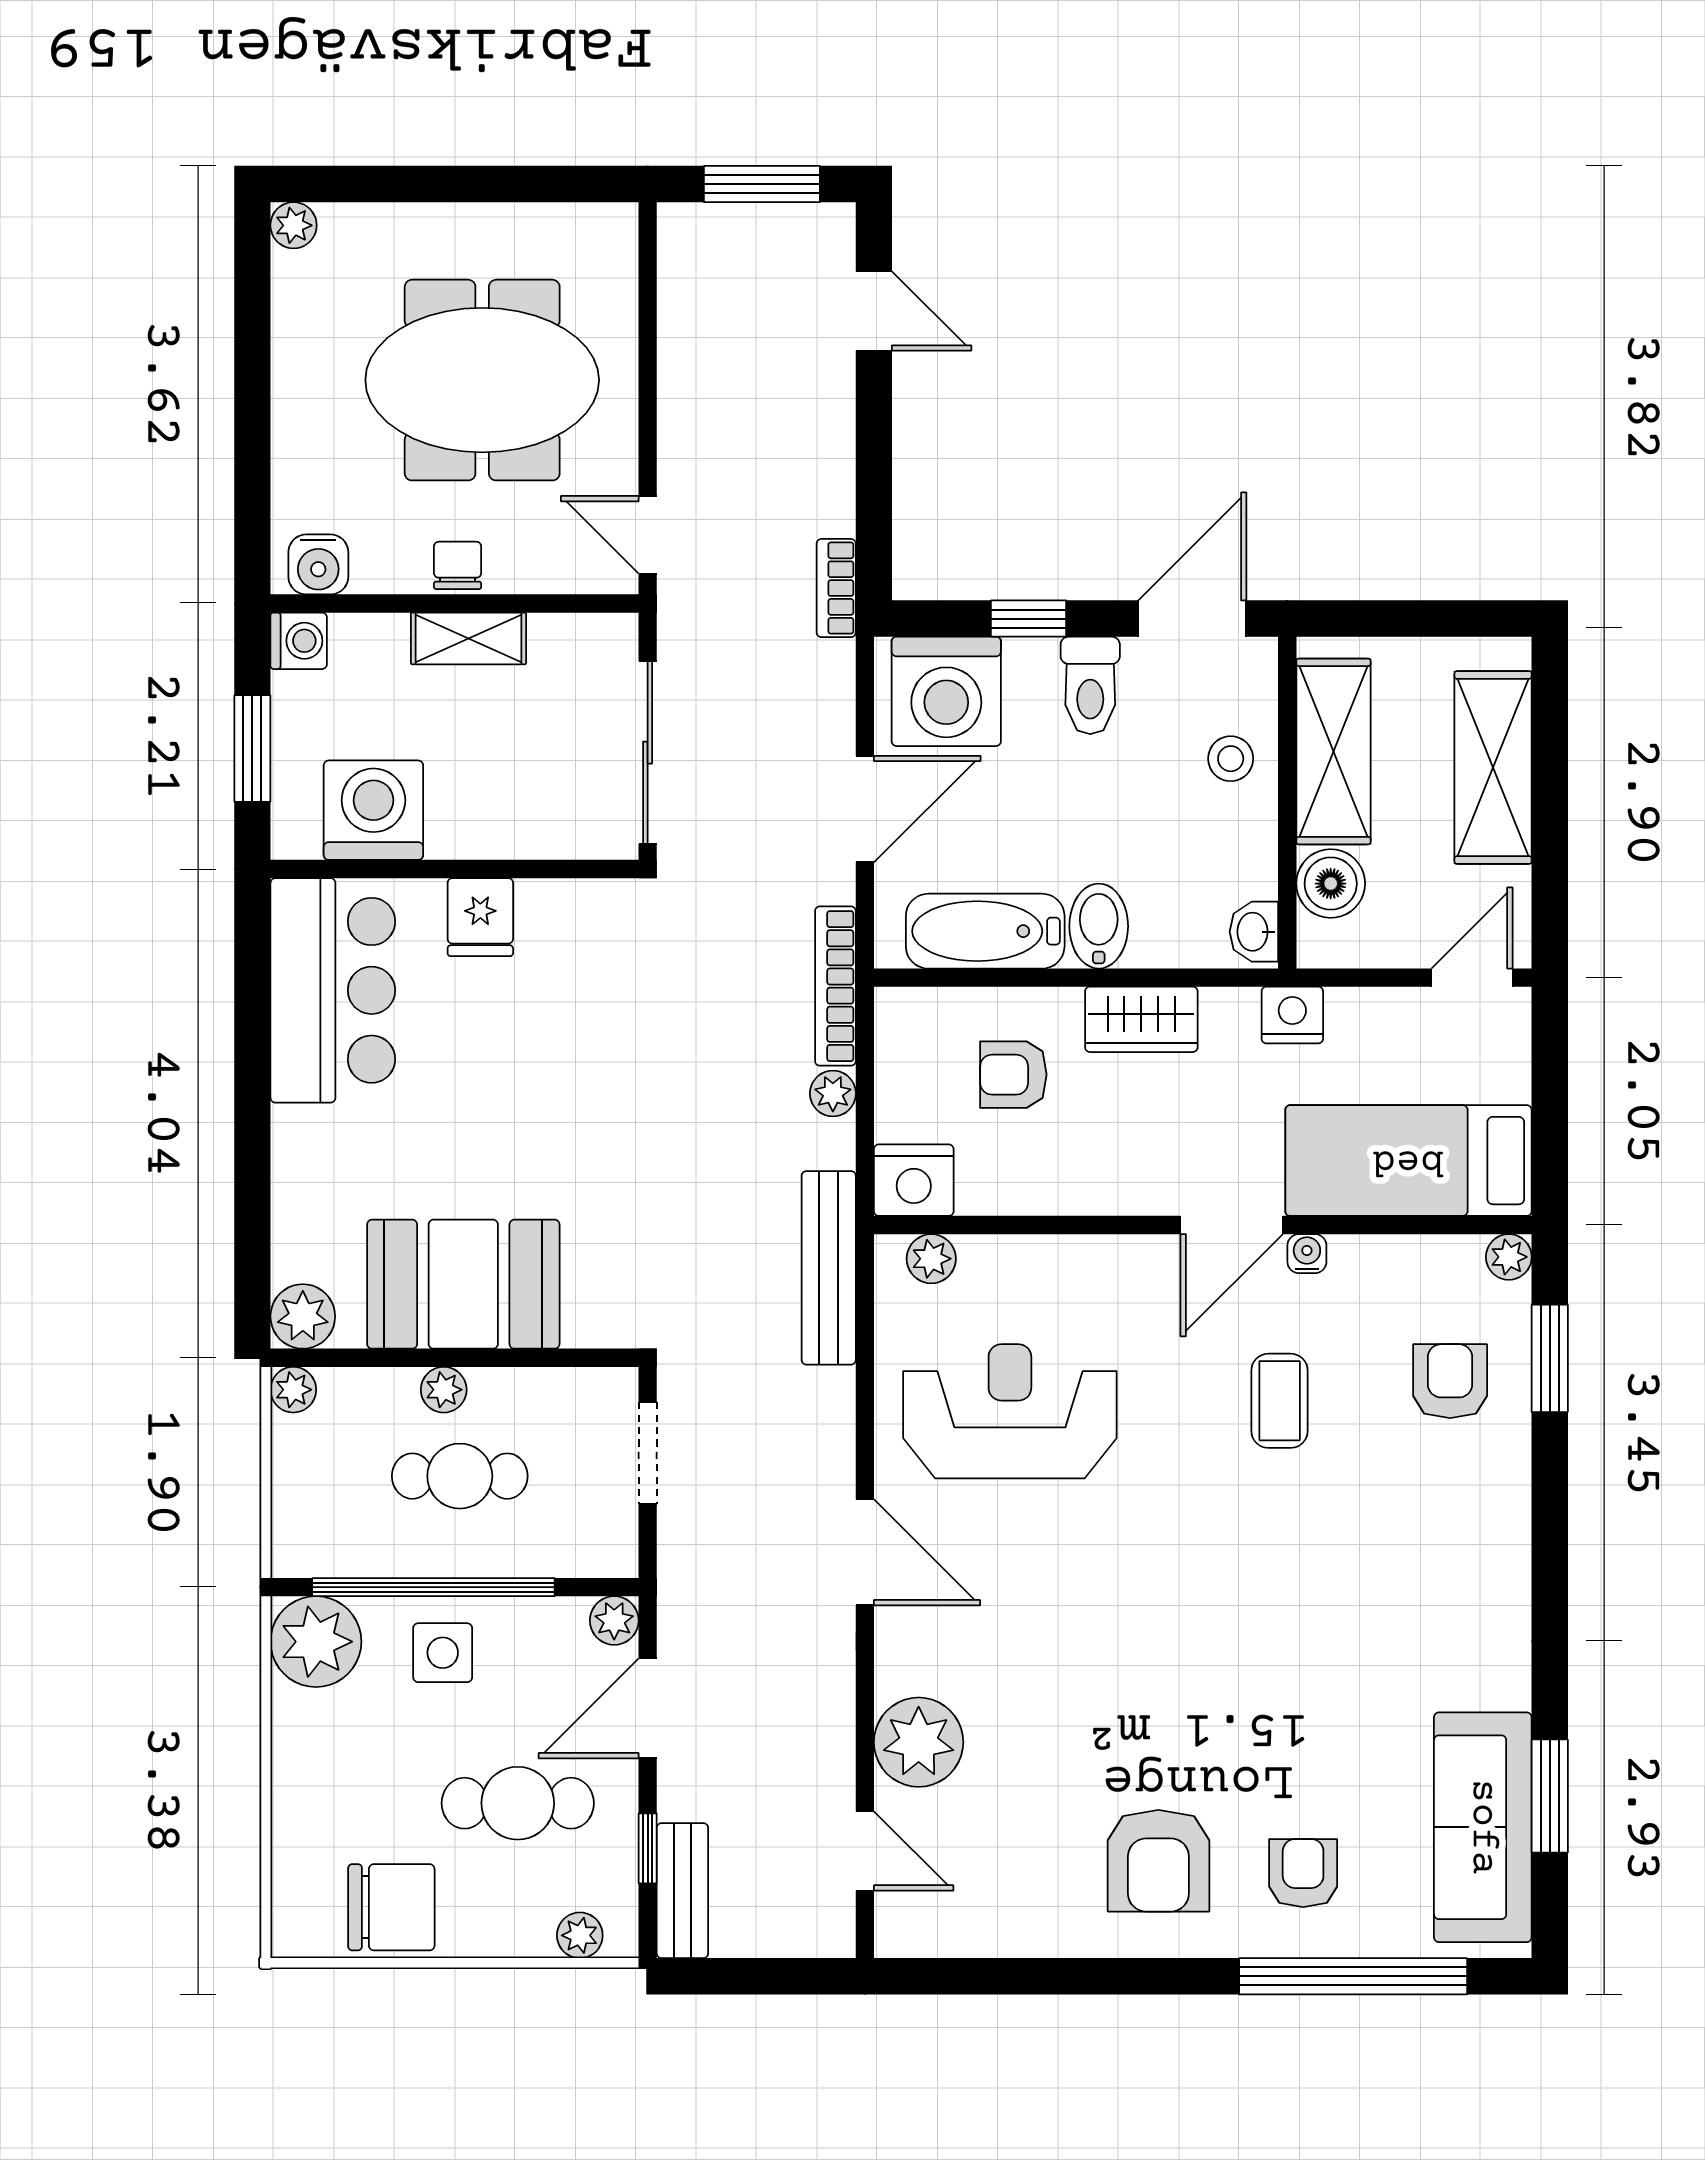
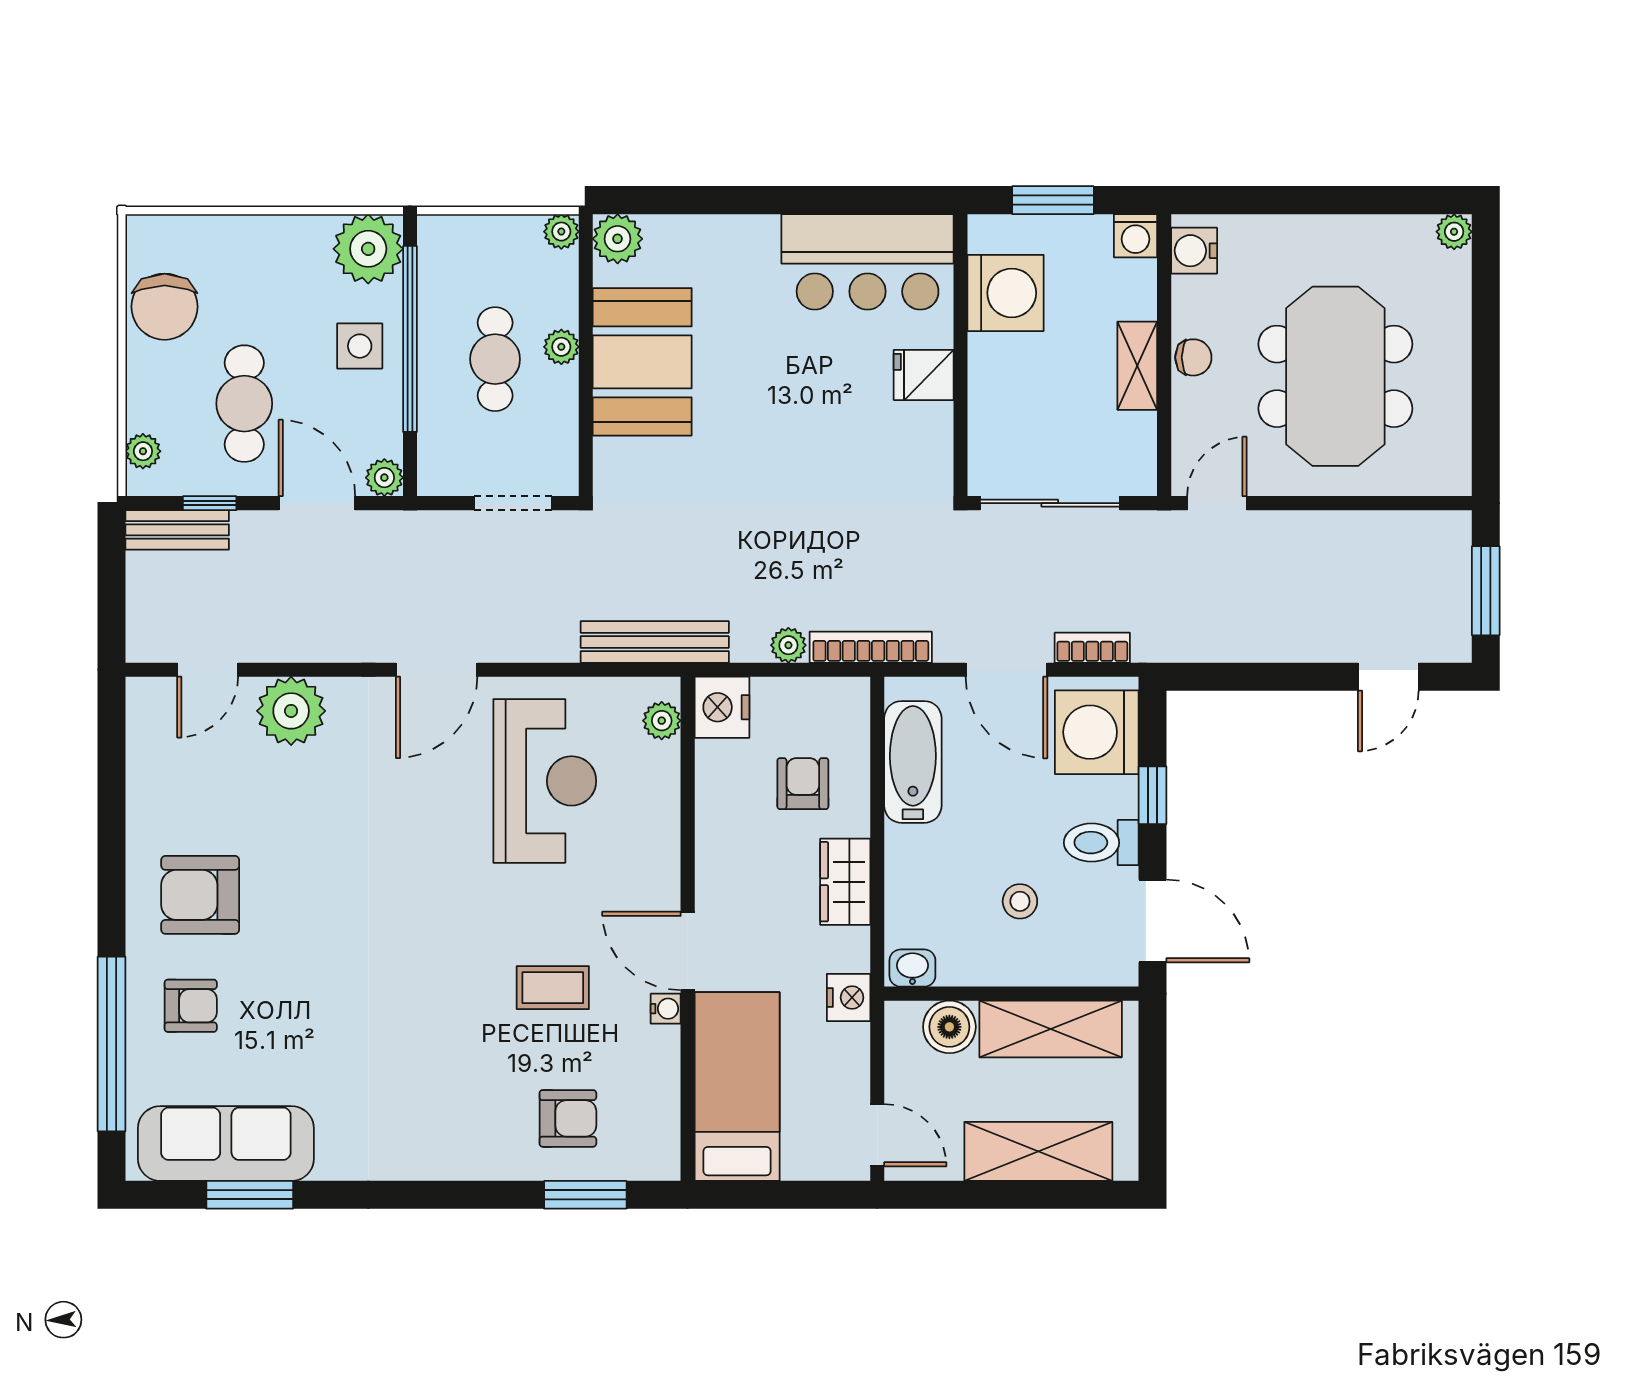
bookcase: (836, 588) -> (1092, 648), moved
stool: (1231, 759) -> (1020, 901), moved
bidet: (1099, 926) -> (917, 849), removed
plant: (1509, 1257) -> (663, 1163), removed

